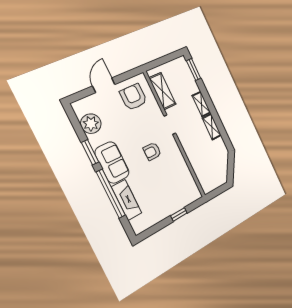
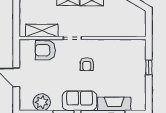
armchair: (133, 97) -> (45, 50), moved

